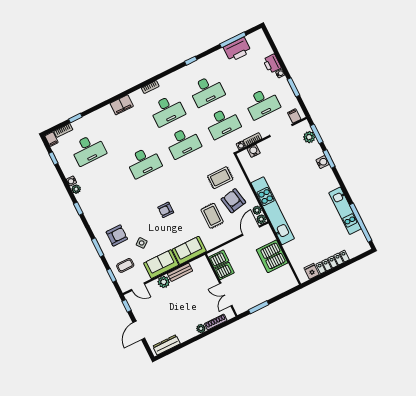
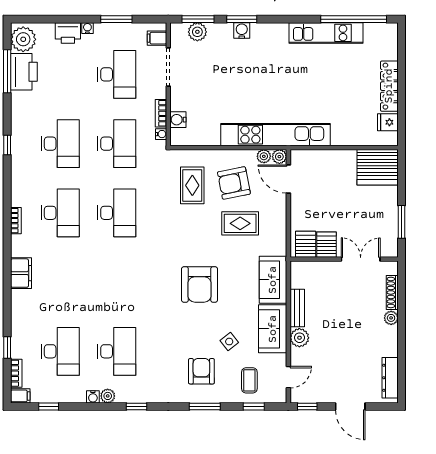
plant: (256, 40) -> (23, 39), added
desk: (144, 162) -> (117, 351), moved
armchair: (166, 210) -> (200, 285), width x1.88, depth x1.88
server rack: (272, 256) -> (378, 167), moved
double door: (226, 295) -> (361, 259), swing flipped

